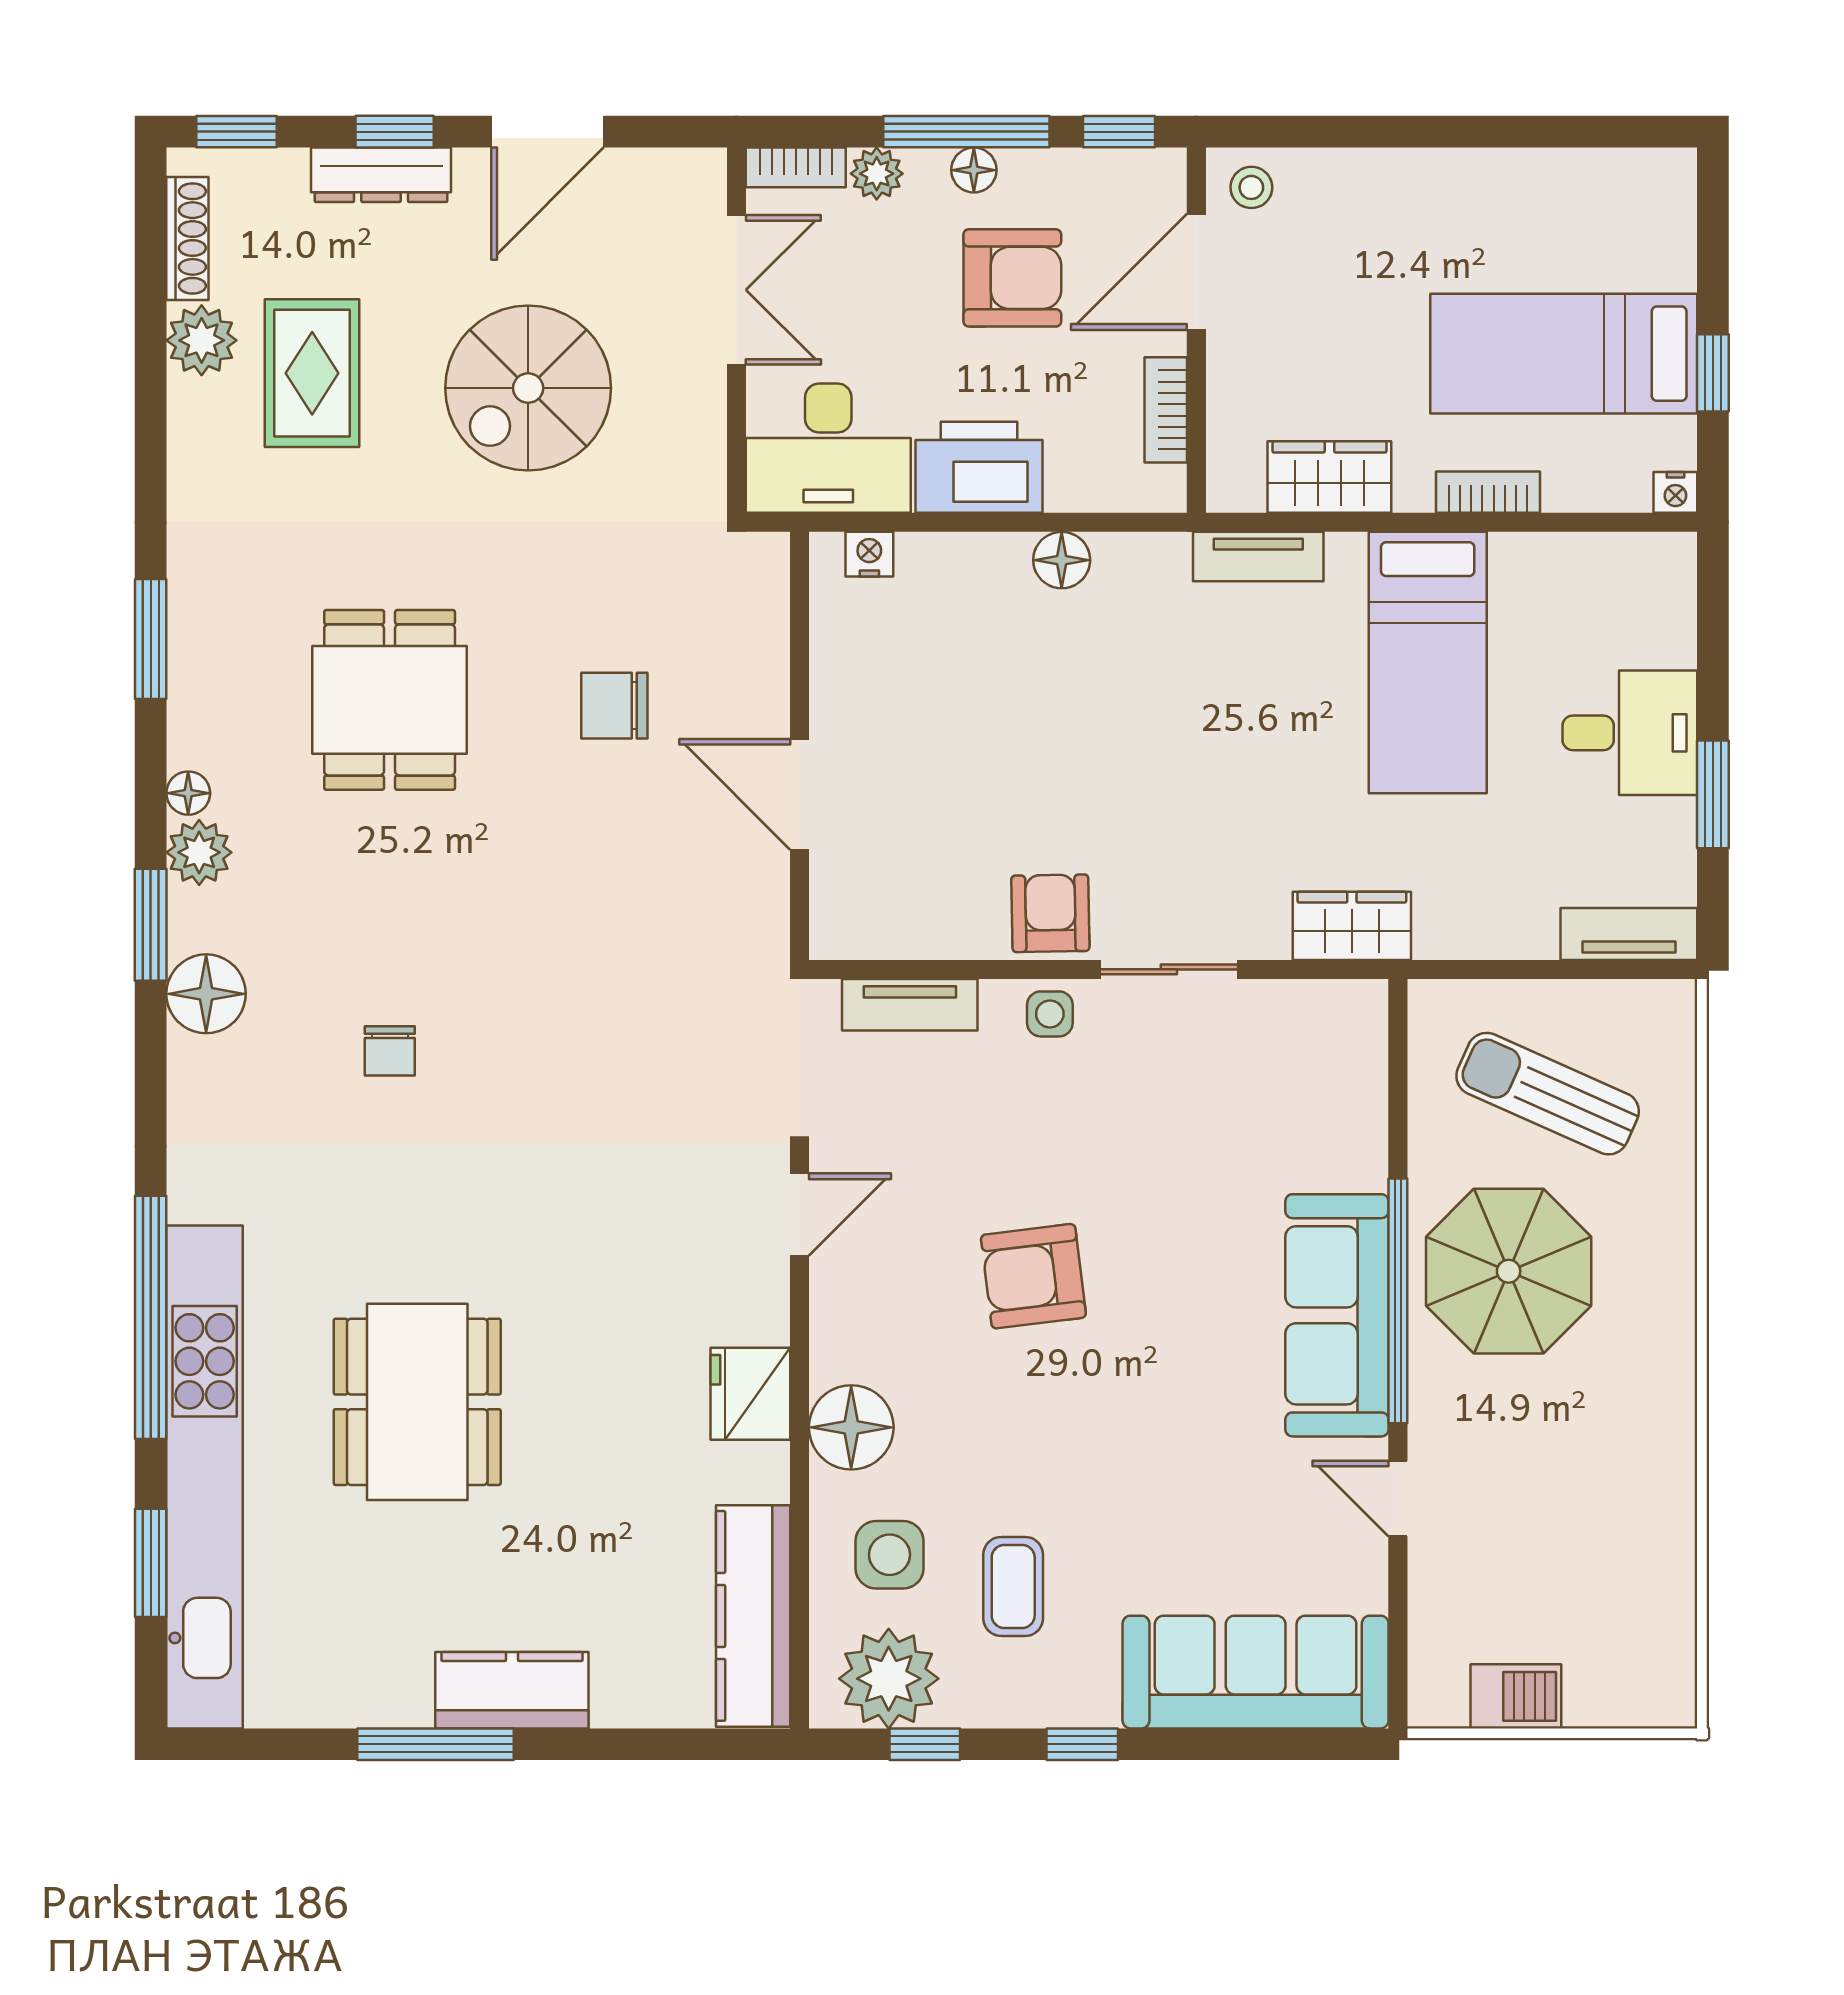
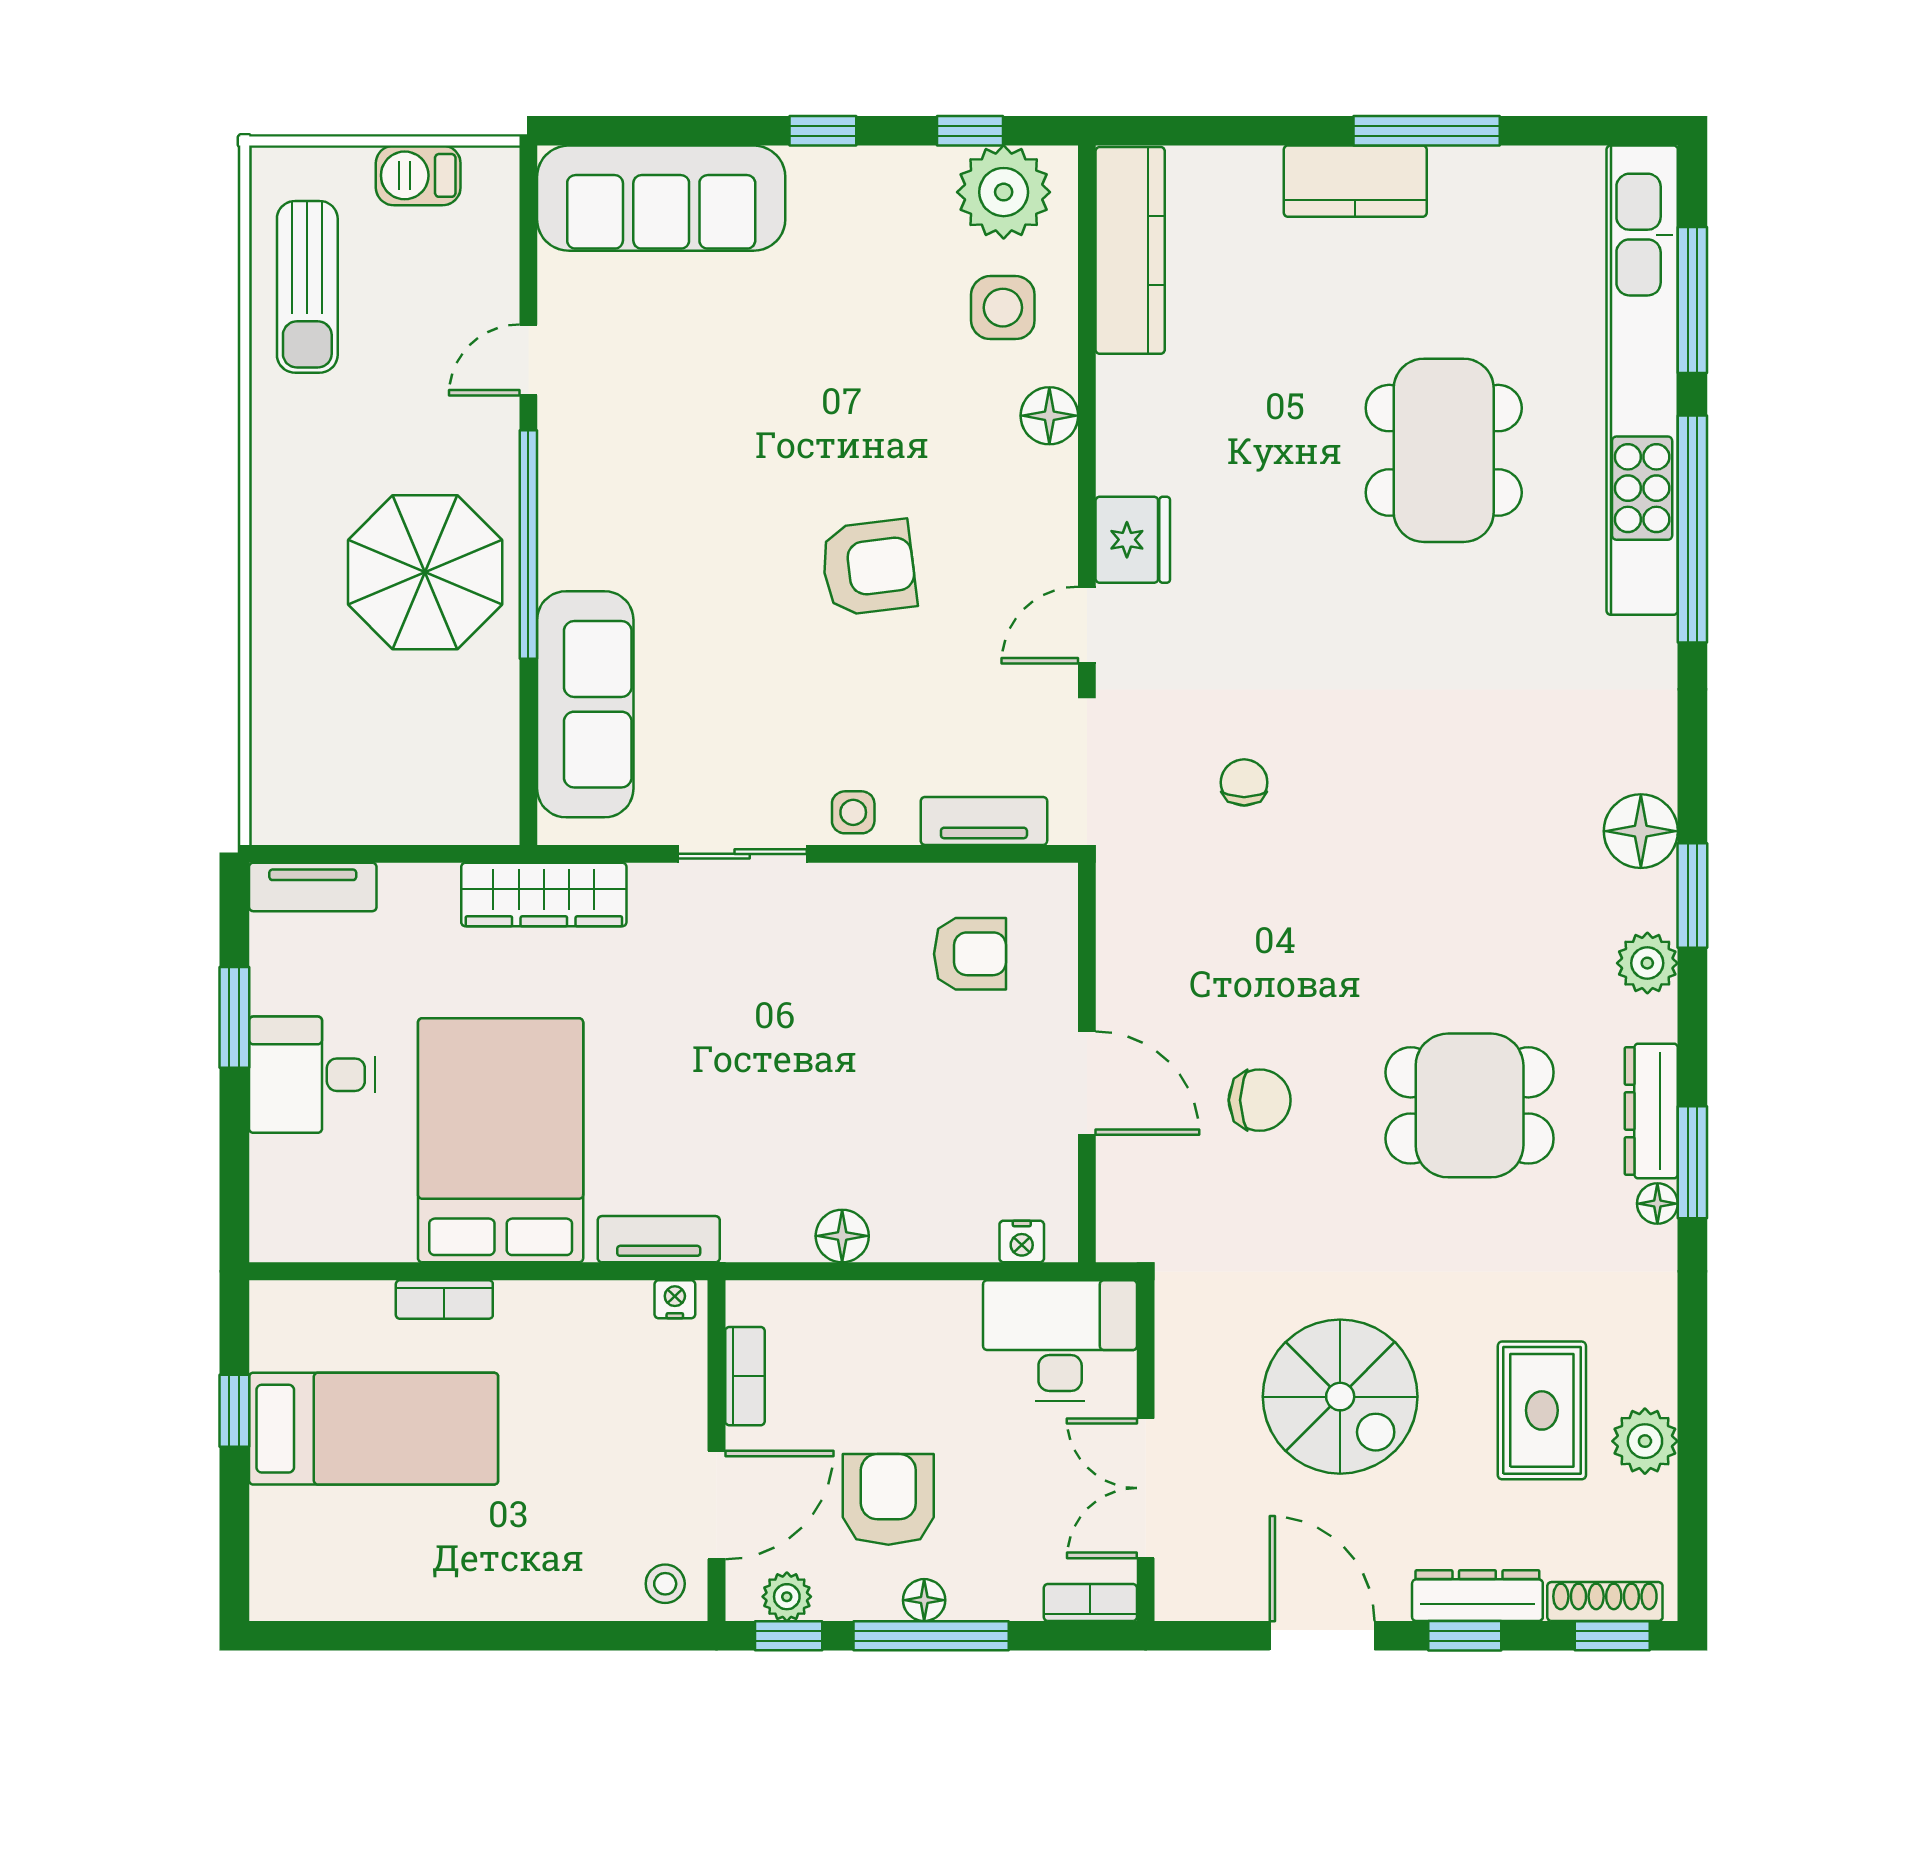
door: (547, 132) -> (1322, 1636), hinge flipped
plant: (877, 174) -> (787, 1597), moved
shoe rack: (187, 239) -> (1605, 1602), moved, turned 90
armchair: (1012, 278) -> (888, 1499), turned 90
spiral stairs: (528, 388) -> (1340, 1397), turned 90
printer: (979, 467) -> (919, 1323), removed
wardrobe: (1329, 477) -> (592, 1314), removed
nightstand: (1675, 492) -> (675, 1299), moved
bed: (1428, 663) -> (501, 1140), width x1.50
dresser: (195, 694) -> (1651, 1111), added
dining table: (390, 700) -> (1470, 1105), turned 90
floor lamp: (188, 793) -> (1657, 1204), moved
door: (800, 794) -> (1087, 1083), moved
armchair: (1050, 913) -> (970, 954), moved, turned -89
wardrobe: (1352, 926) -> (544, 895), width x1.50
chair: (390, 1051) -> (1244, 782), moved
sun lounger: (1548, 1094) -> (307, 287), moved, turned 66
sofa: (1337, 1315) -> (585, 704), moved
fridge: (750, 1394) -> (1133, 540), moved
floor lamp: (851, 1427) -> (1049, 416), width x0.73, depth x0.73
door: (1398, 1499) -> (528, 360), swing flipped
window: (151, 1563) -> (1692, 300), width x1.44
coffee table: (1013, 1586) -> (887, 278), removed

